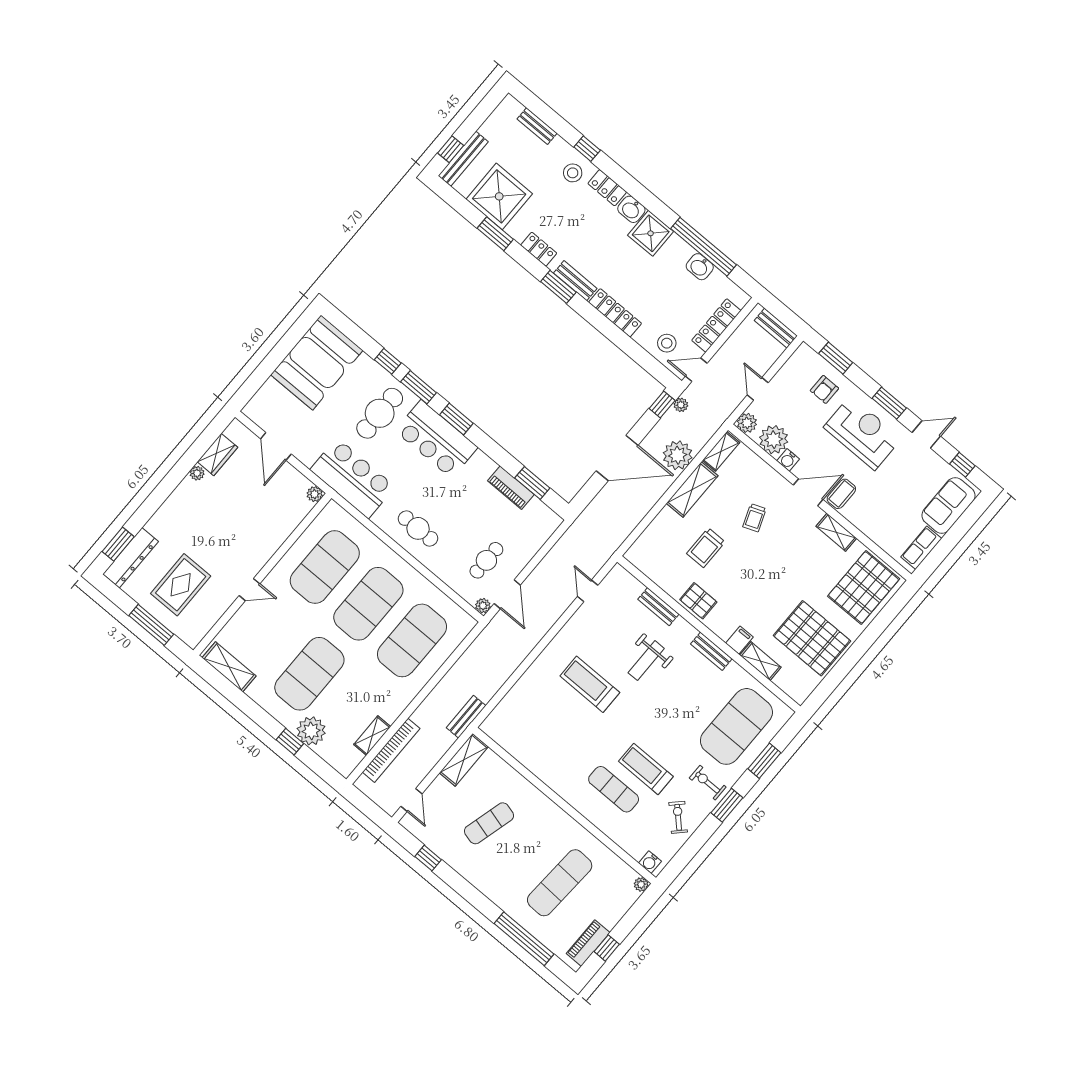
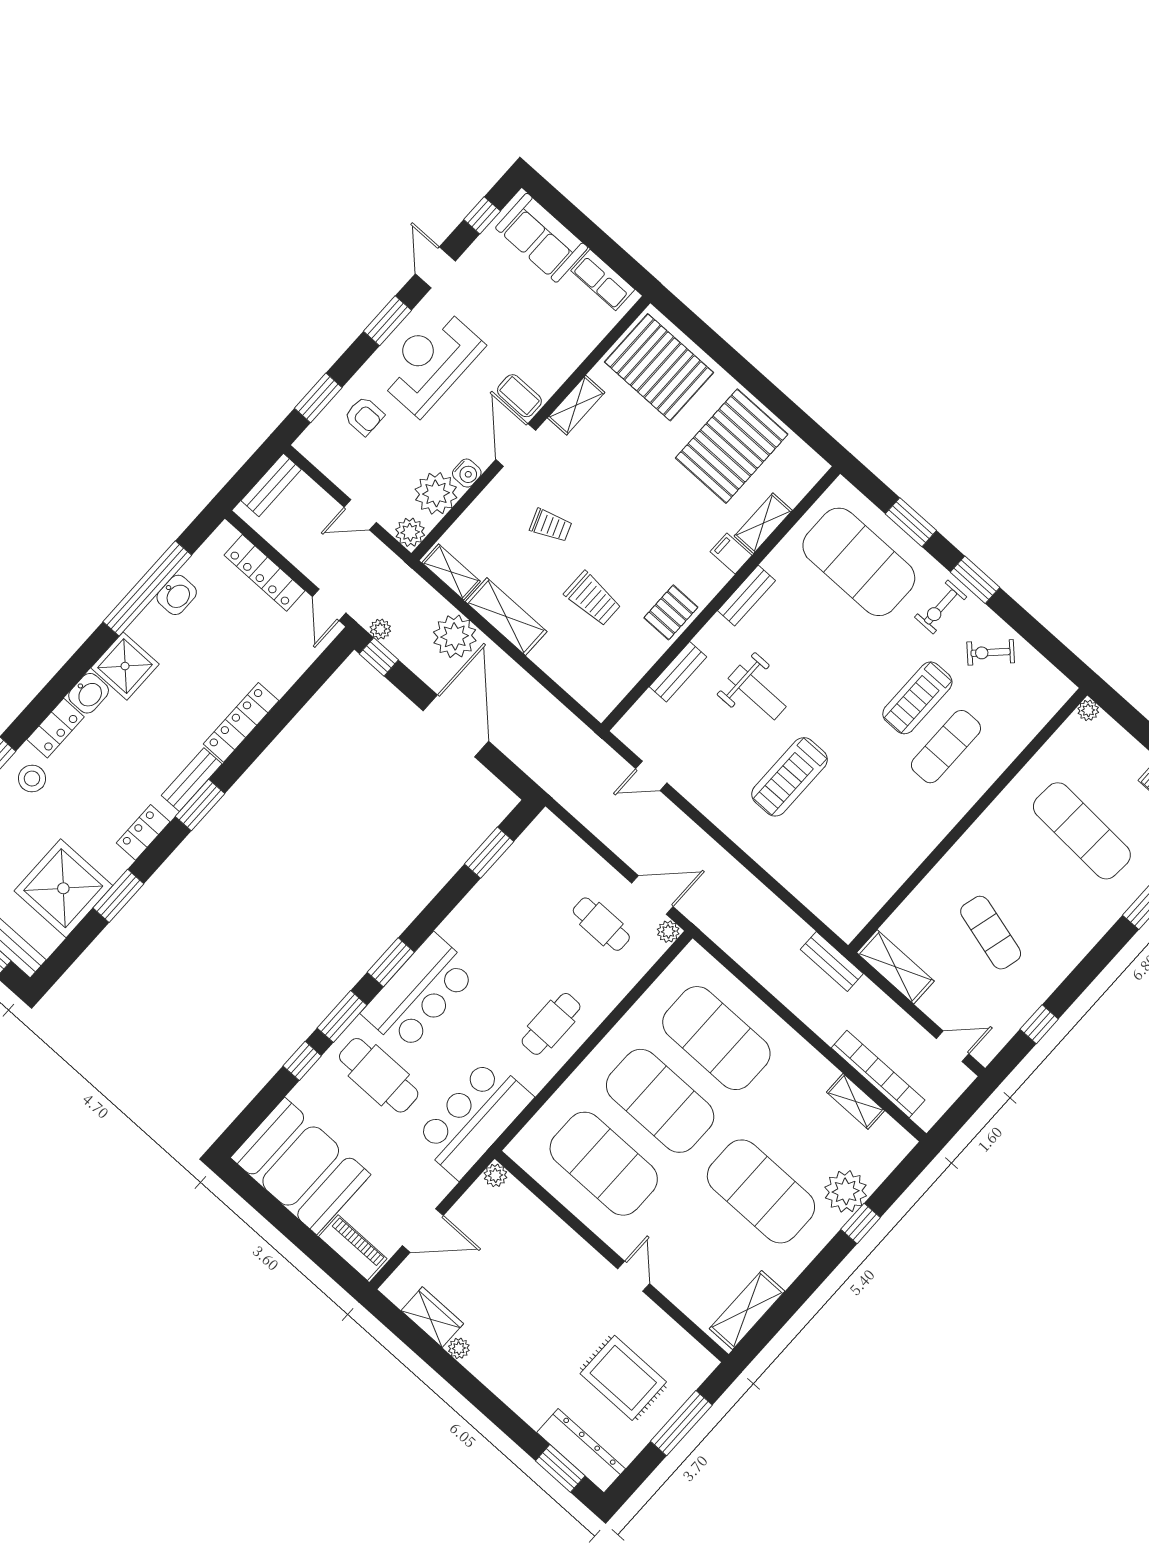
stool: (667, 343) -> (288, 647), removed
piano: (511, 488) -> (353, 1248), moved, turned -90
water cooler: (650, 862) -> (1056, 696), removed

